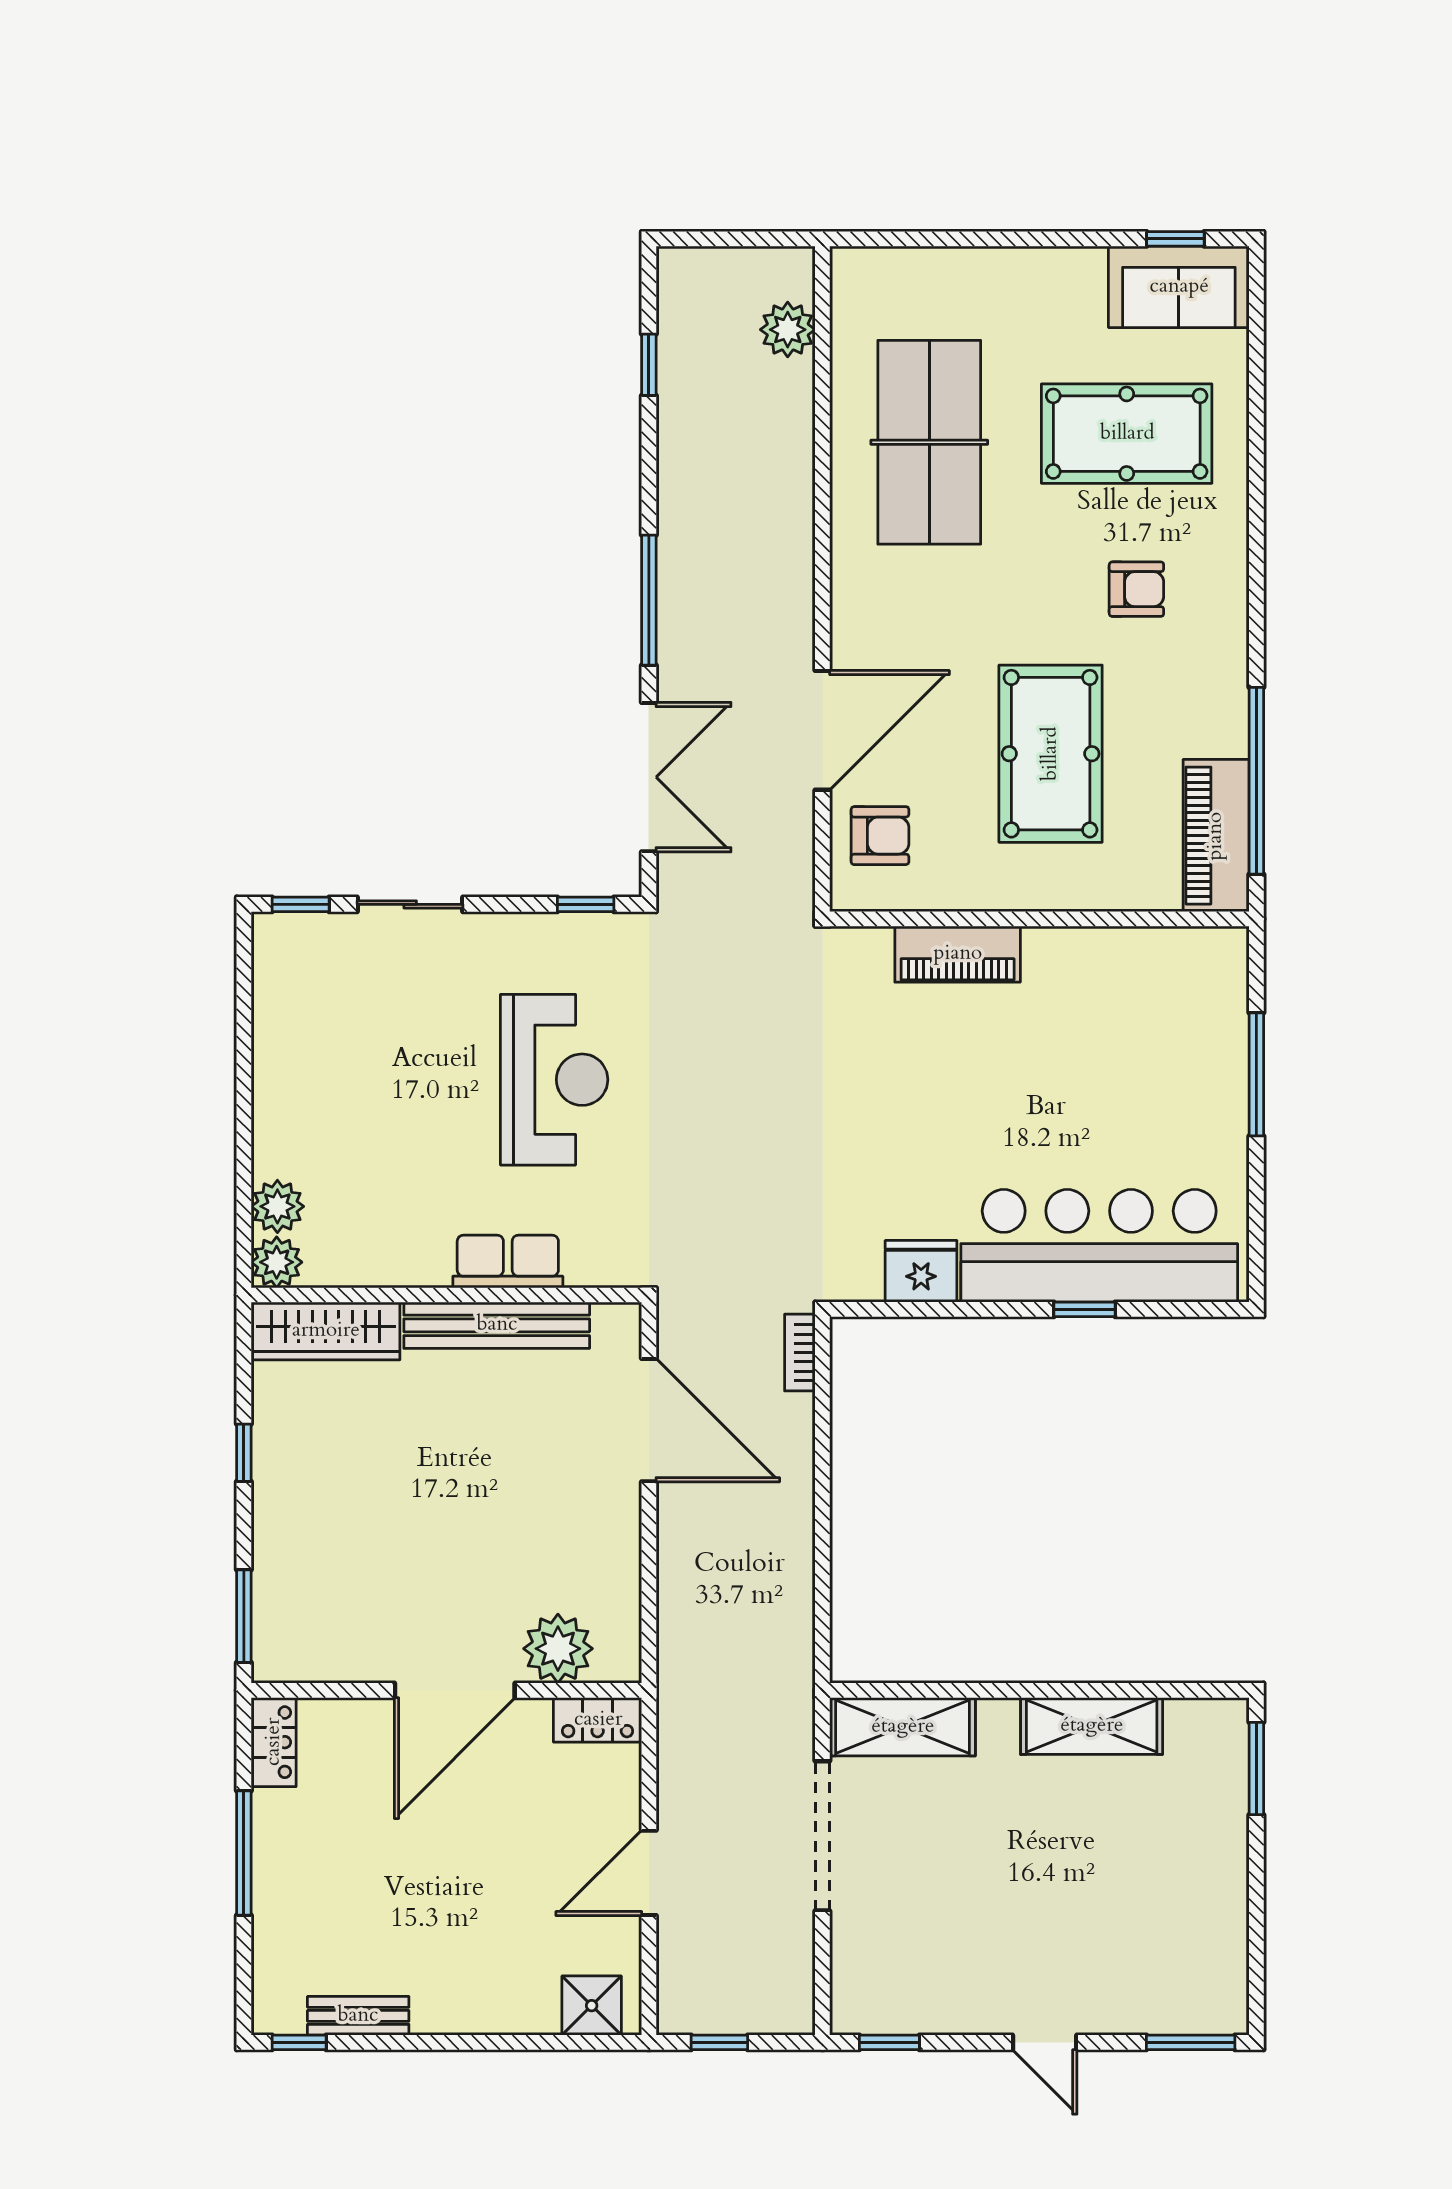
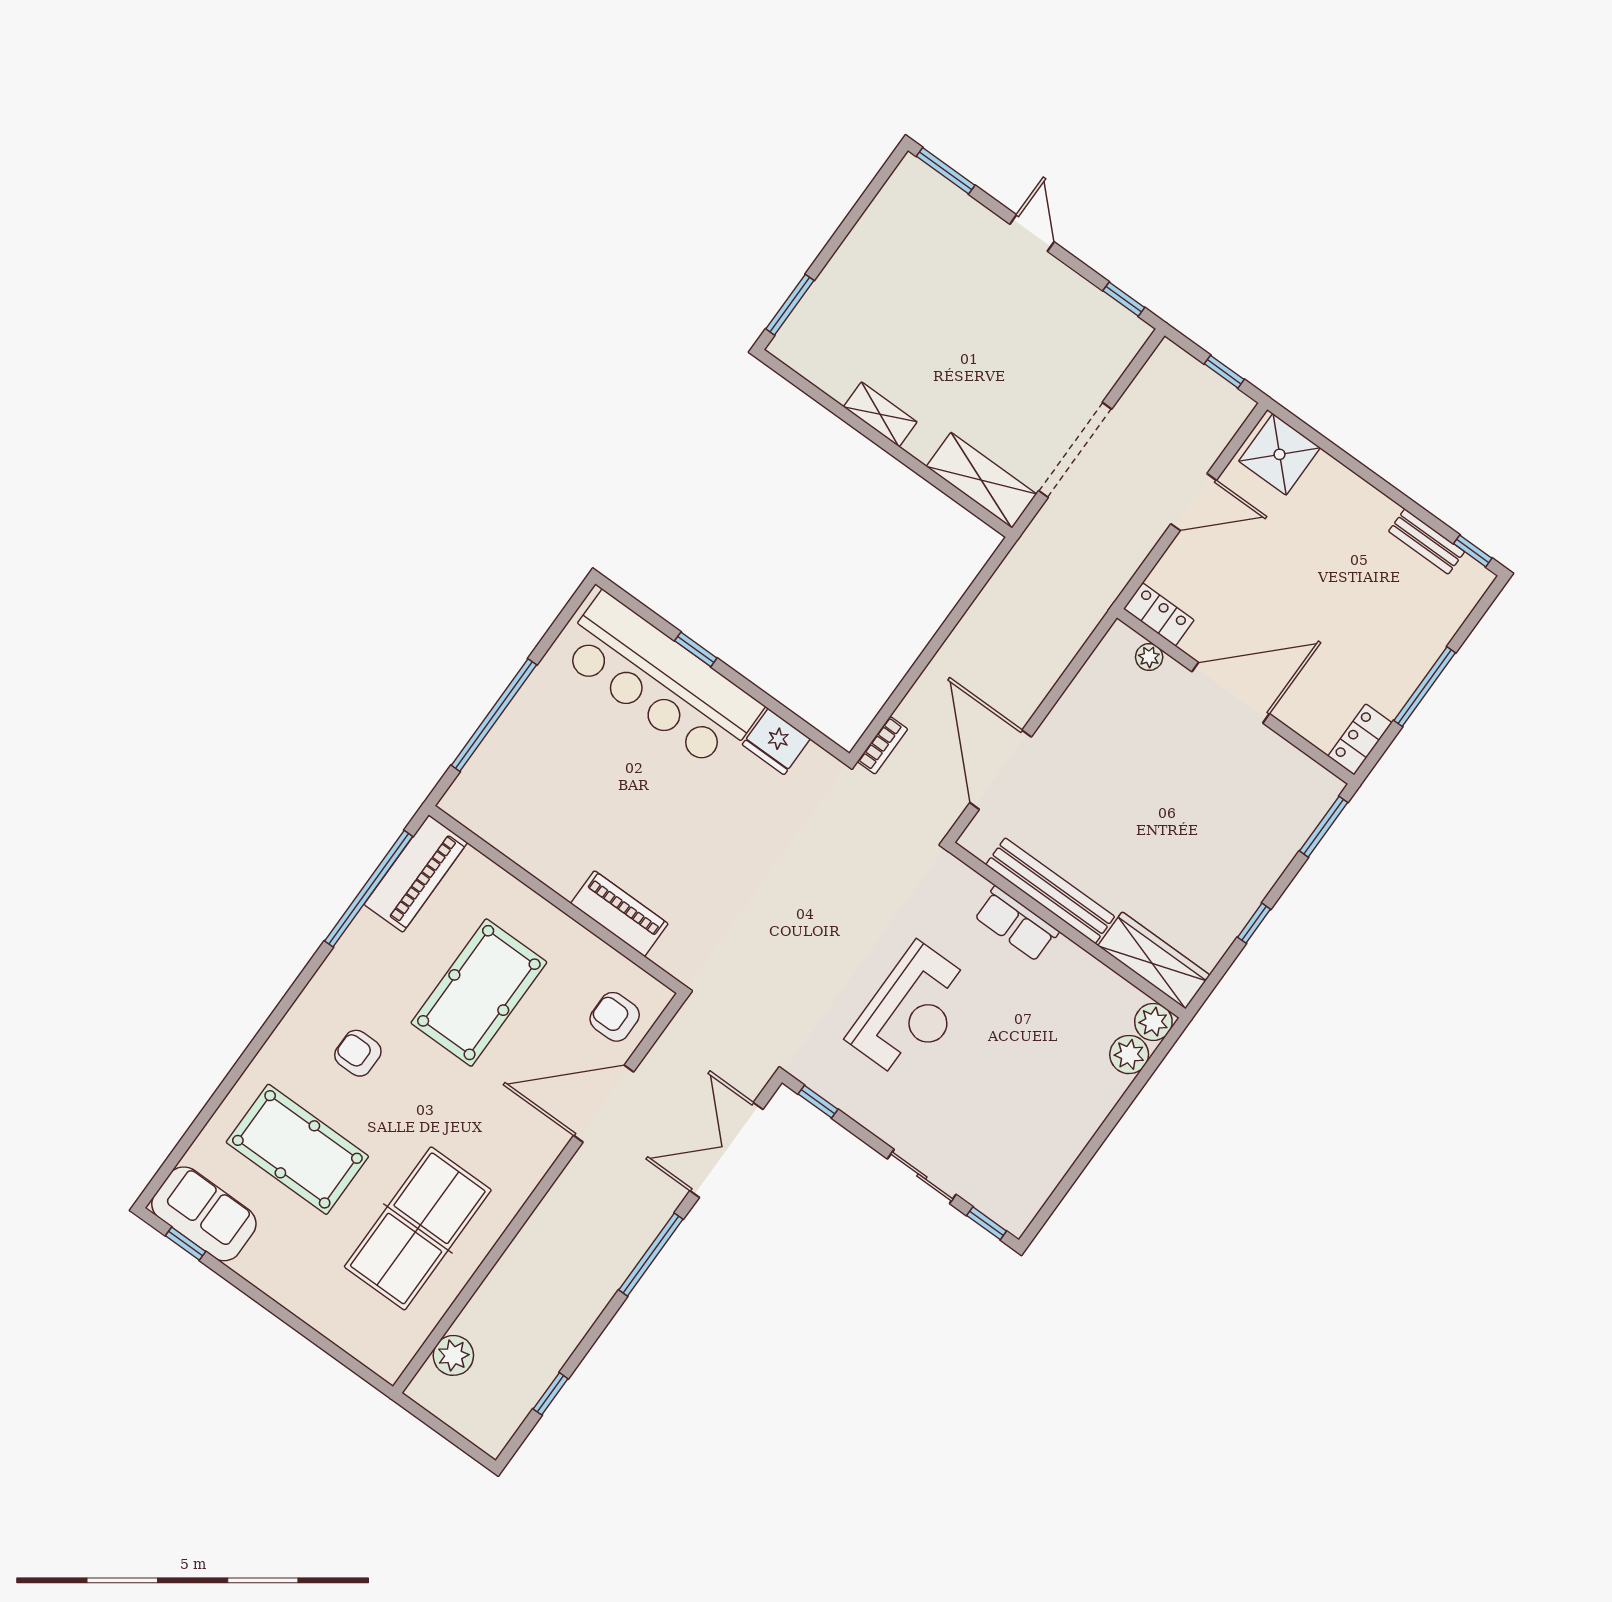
window: (1256, 1074) -> (494, 715), width x1.46
reception desk: (554, 1080) -> (911, 1011), turned 180
plant: (558, 1649) -> (1149, 657), width x0.53, depth x0.53
shelving: (1092, 1726) -> (880, 414), width x0.67, depth x0.75
shower: (592, 2006) -> (1280, 454), width x1.36, depth x1.36

